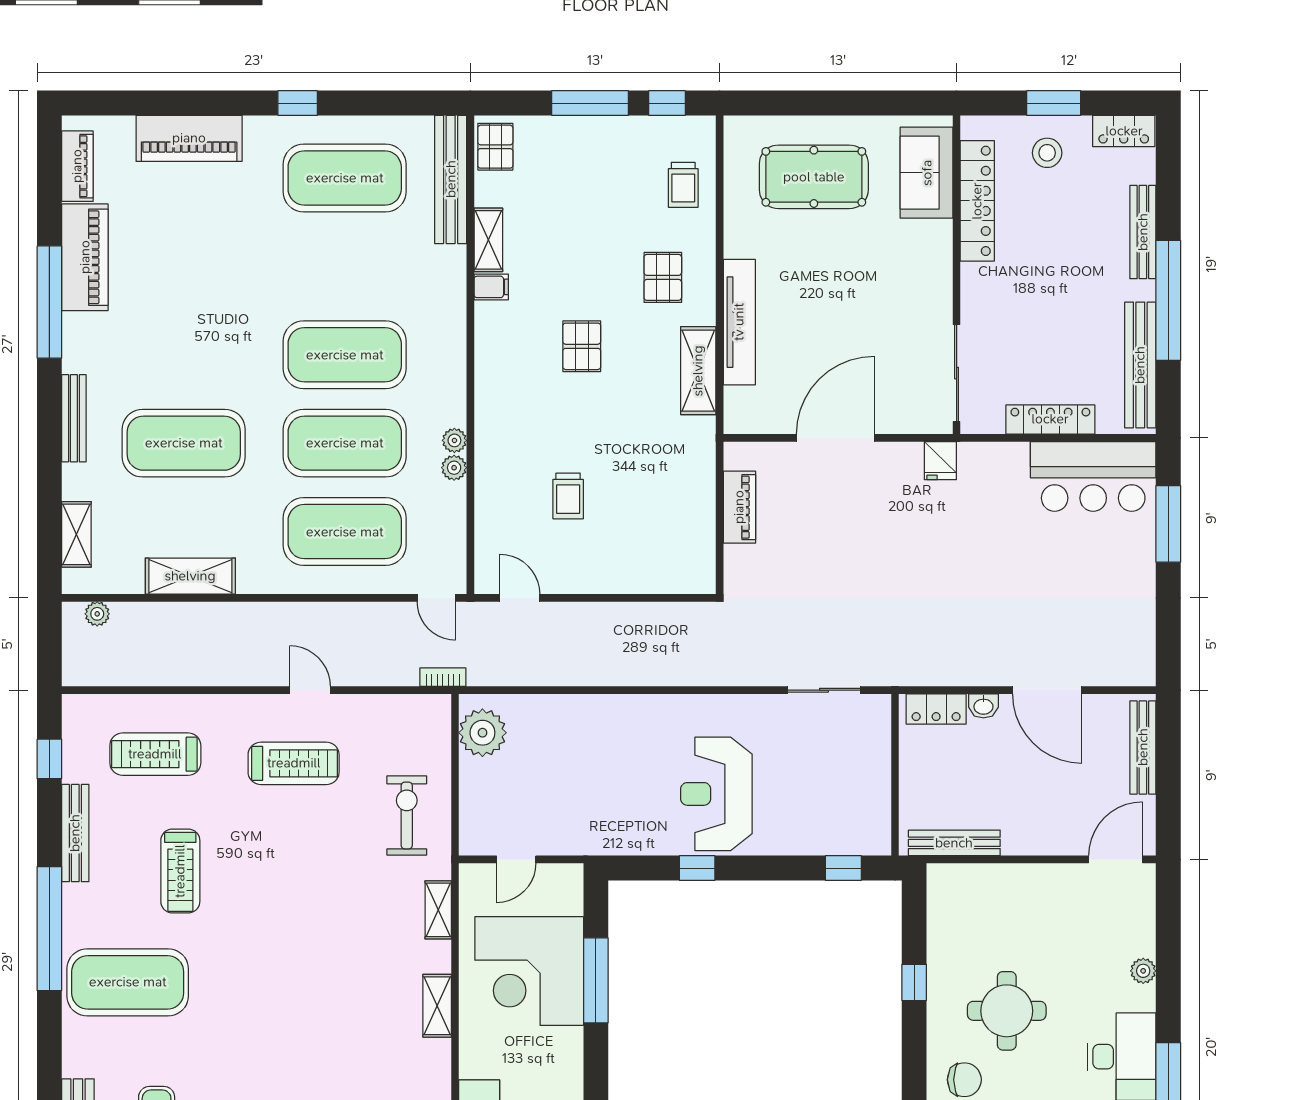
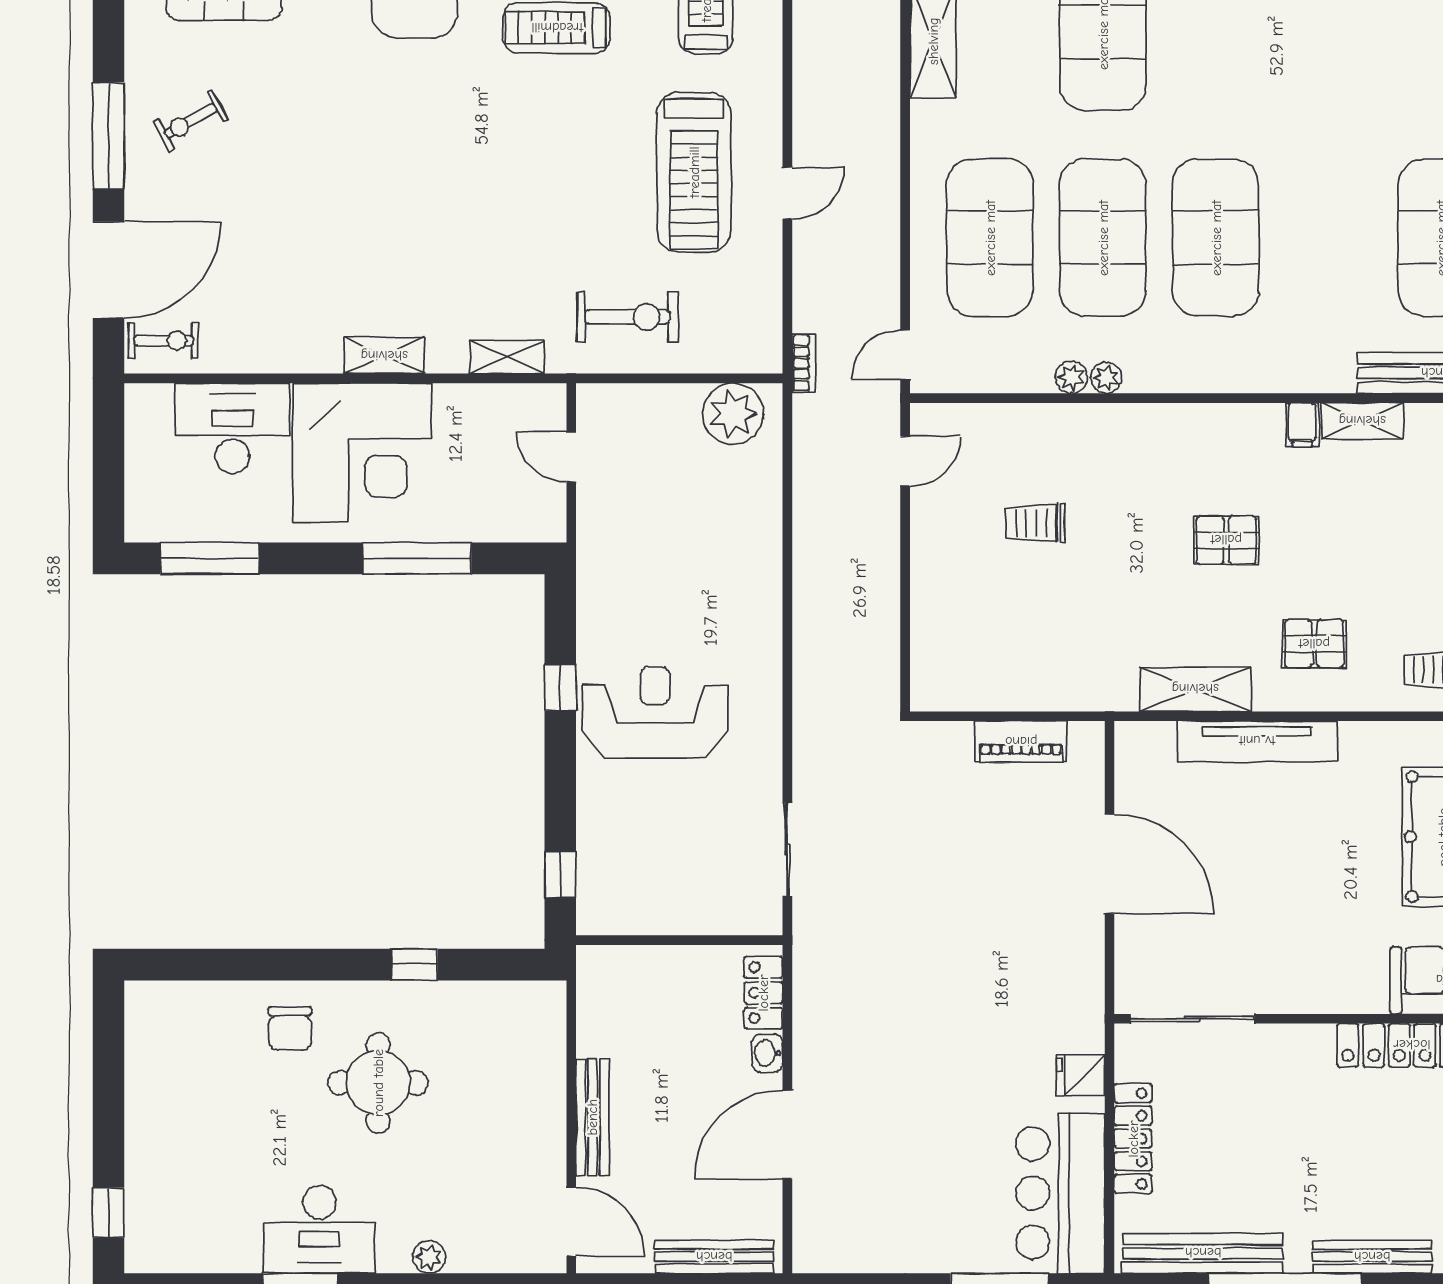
fridge: (940, 461) -> (1080, 1075), moved
treadmill: (294, 763) -> (694, 172), width x1.37, depth x1.38
bench: (954, 843) -> (592, 1117), moved
corner desk: (529, 971) -> (362, 453), moved, turned 180

